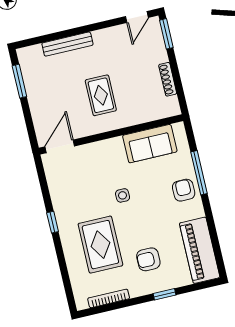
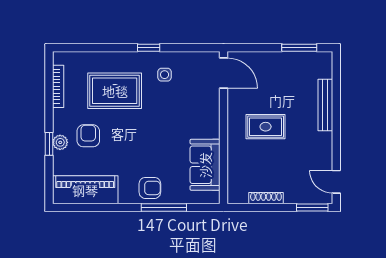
side table: (123, 195) -> (165, 75), moved
plant: (161, 284) -> (60, 142), added

